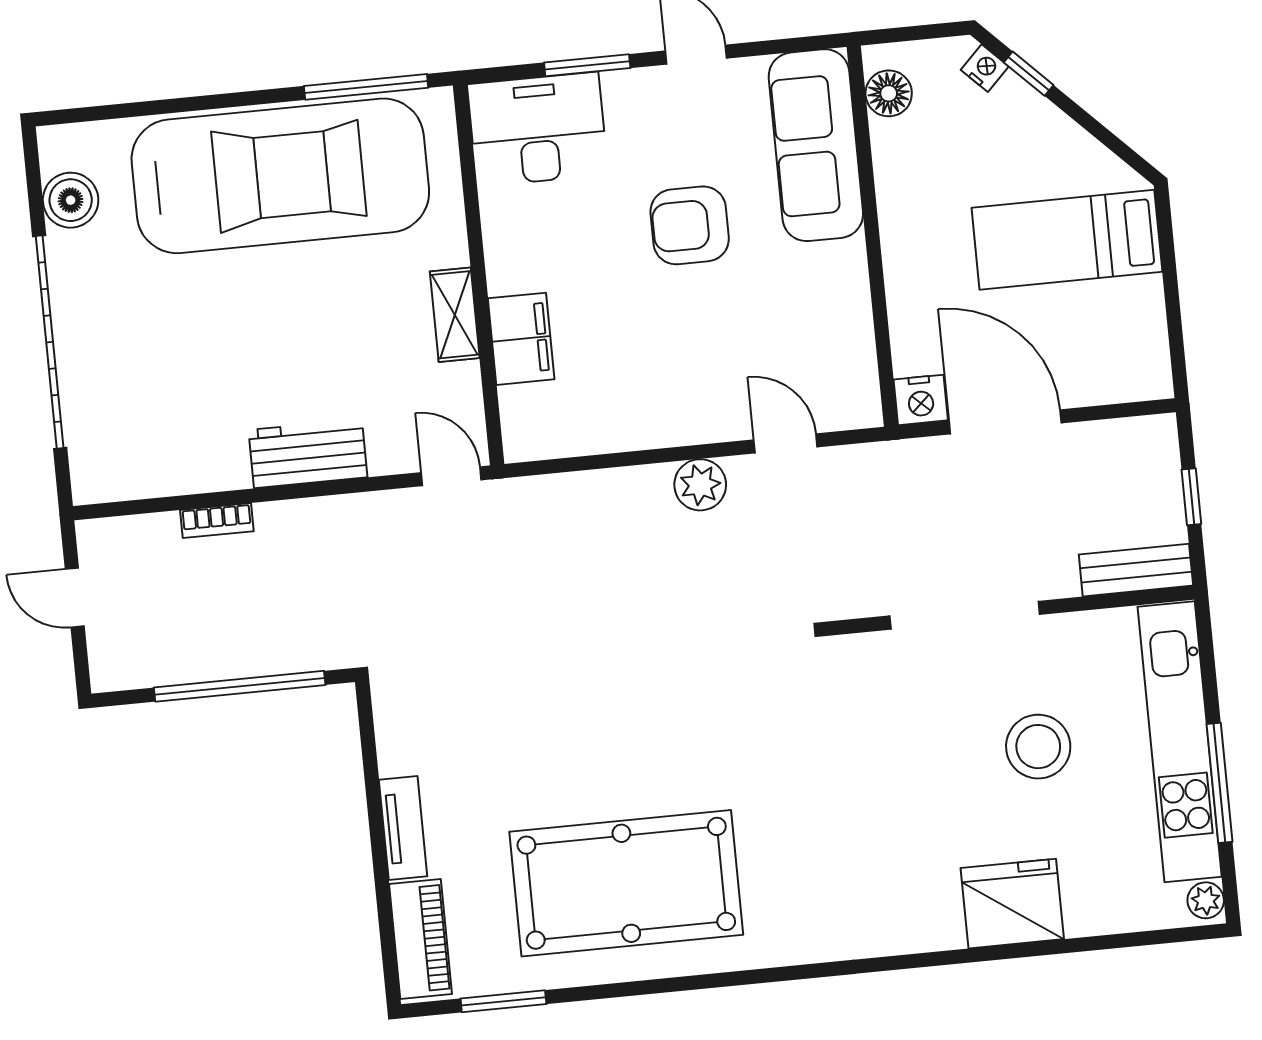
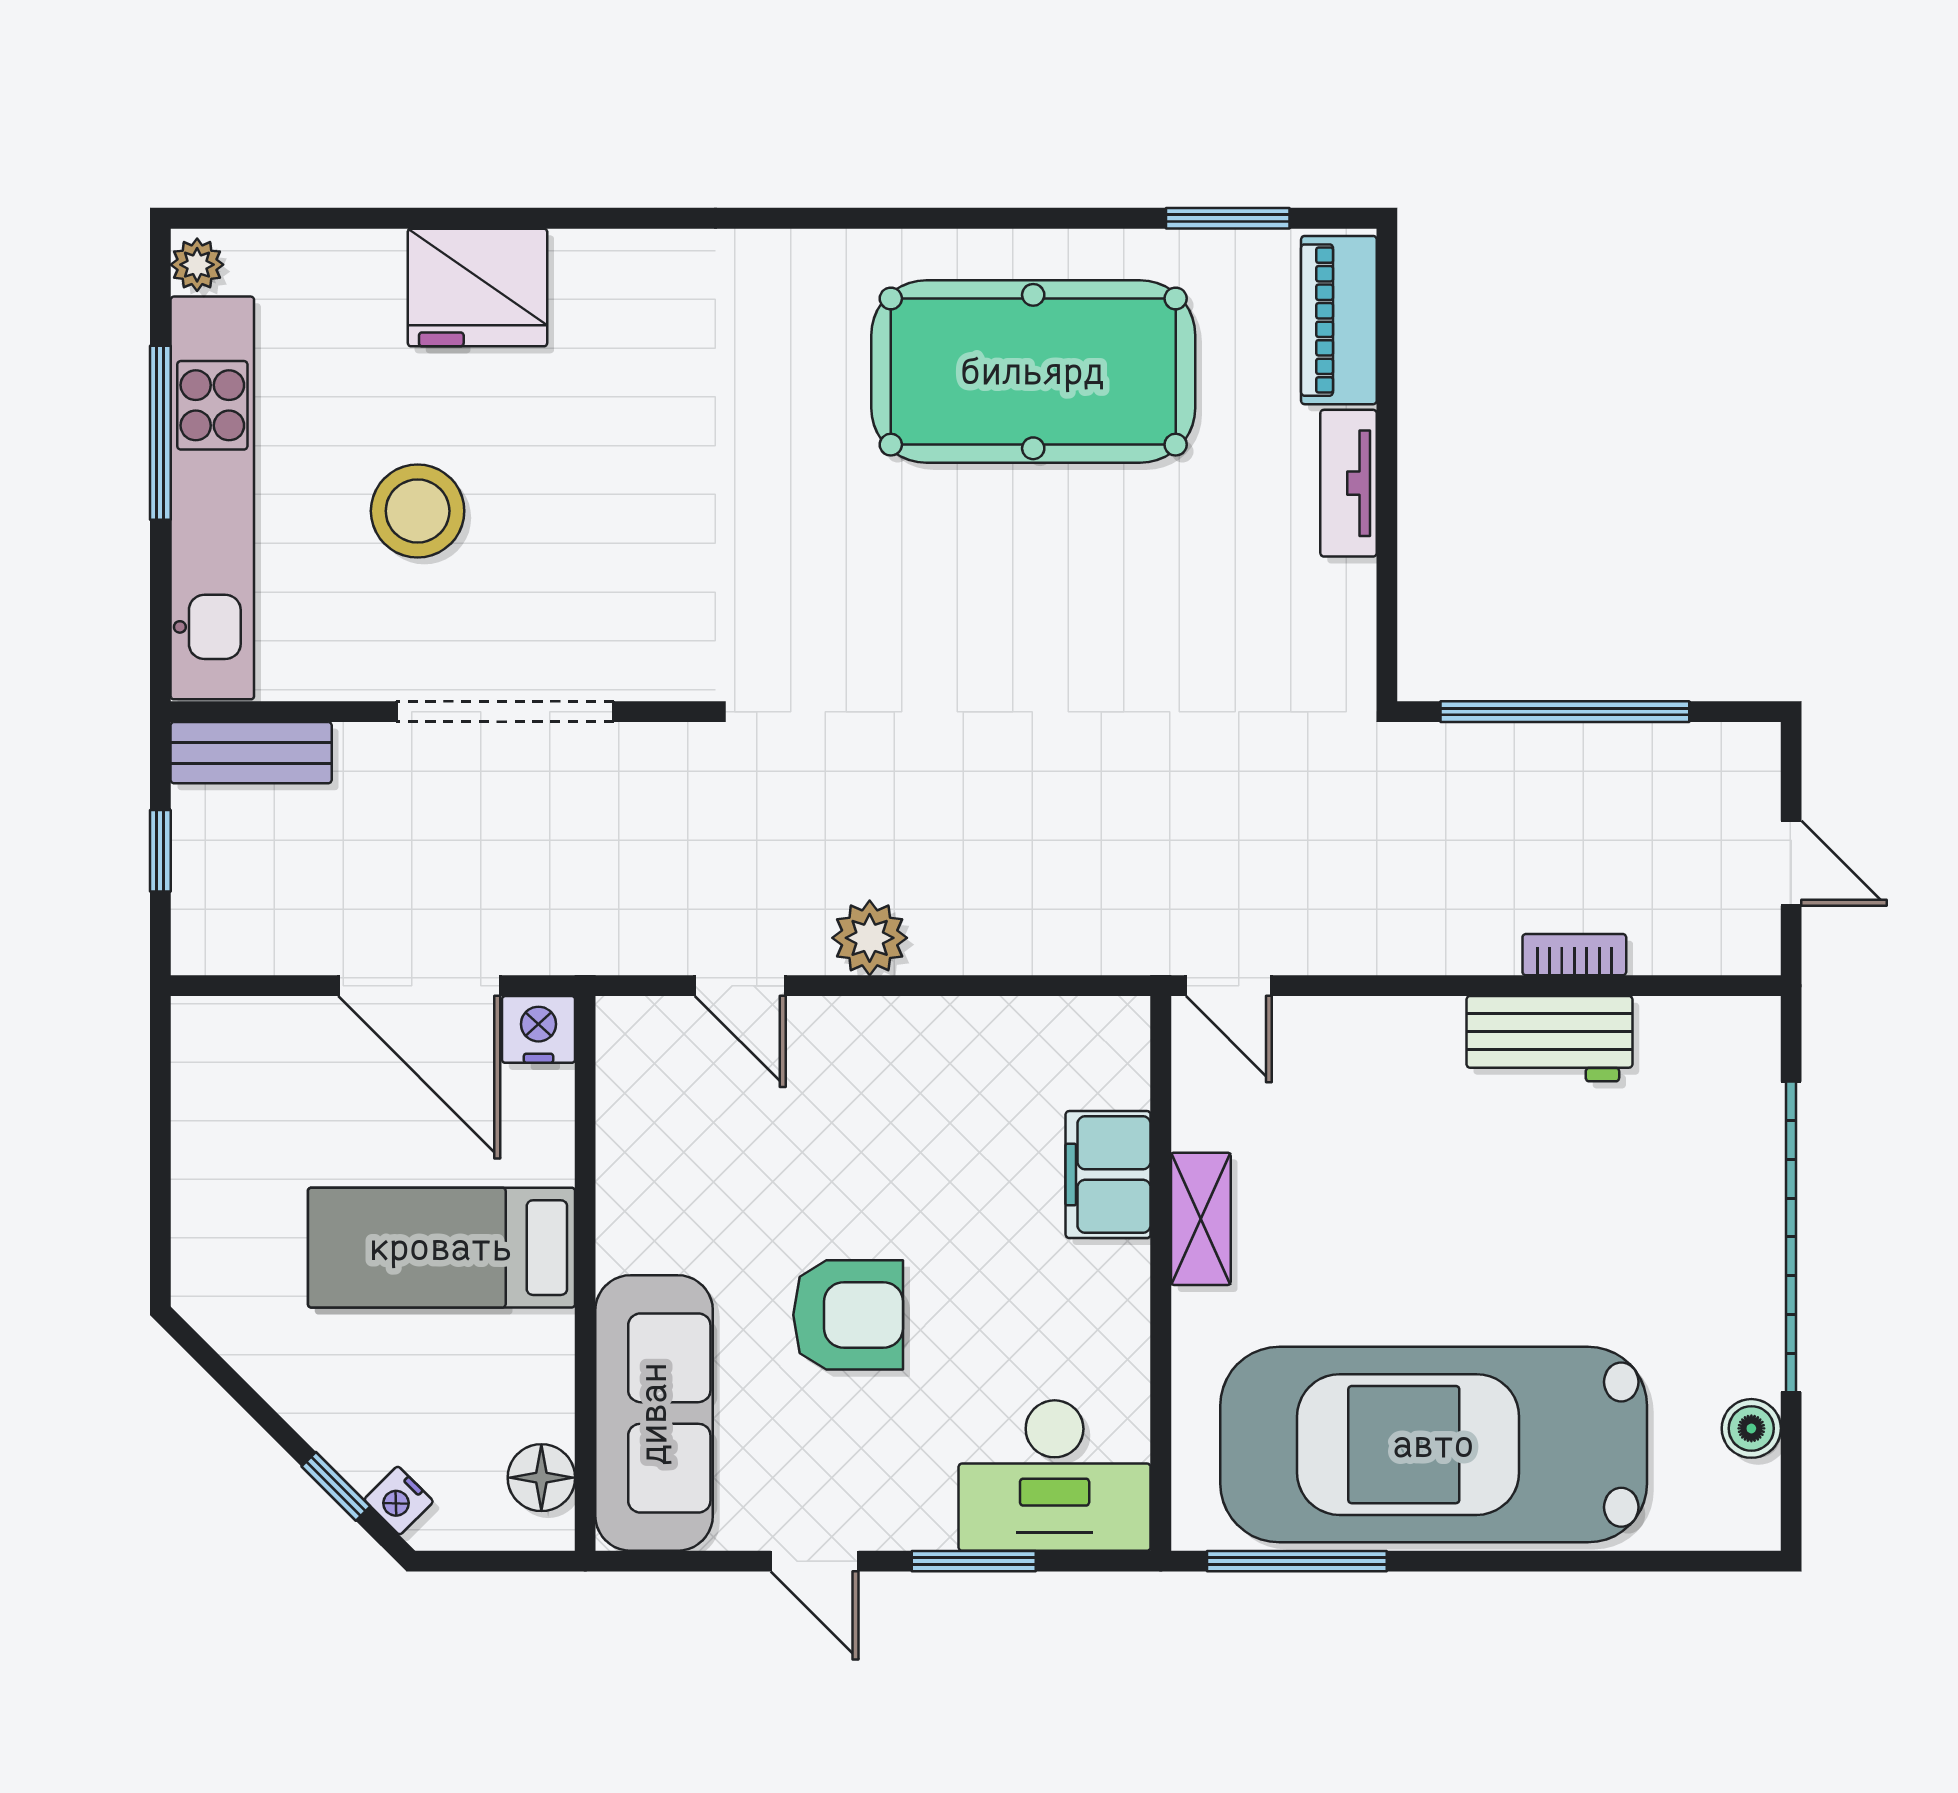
boiler: (71, 200) -> (1751, 1428), width x0.73, depth x0.73
bed: (1067, 240) -> (441, 1248), moved, turned 180
workbench: (308, 454) -> (1549, 1039), moved

